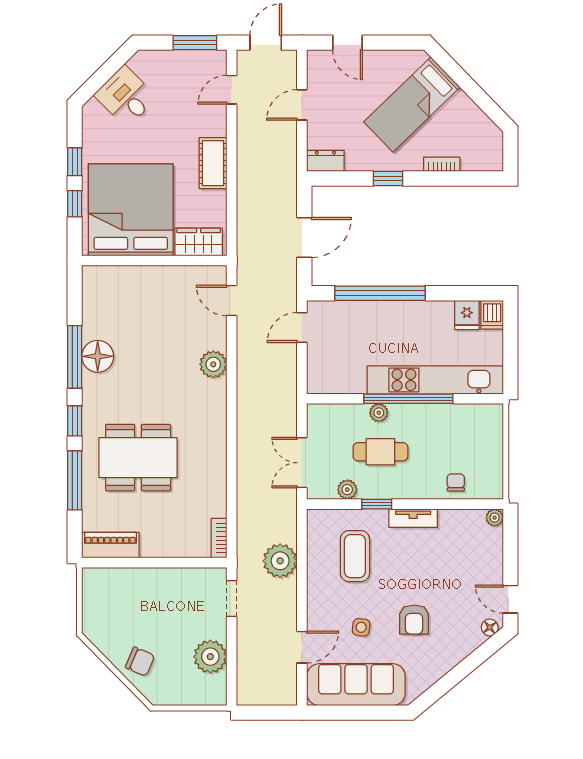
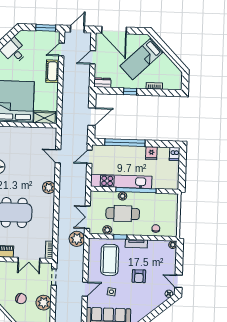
door: (347, 43) -> (114, 30), width x1.87
cot: (213, 163) -> (52, 71), moved
door: (232, 301) -> (58, 156), moved
fridge: (467, 315) -> (151, 153), moved
plant: (213, 364) -> (49, 187), moved
kitchen unit: (435, 380) -> (121, 181), moved
cafe table: (380, 452) -> (123, 214), width x1.37, depth x1.35
coffee table: (355, 556) -> (110, 260), width x1.36, depth x1.32
plant: (280, 561) -> (77, 239), moved
double door: (175, 563) -> (29, 260), added
armchair: (414, 620) -> (139, 276), moved
door: (302, 647) -> (85, 289), moved
chair: (140, 662) -> (21, 299), moved

